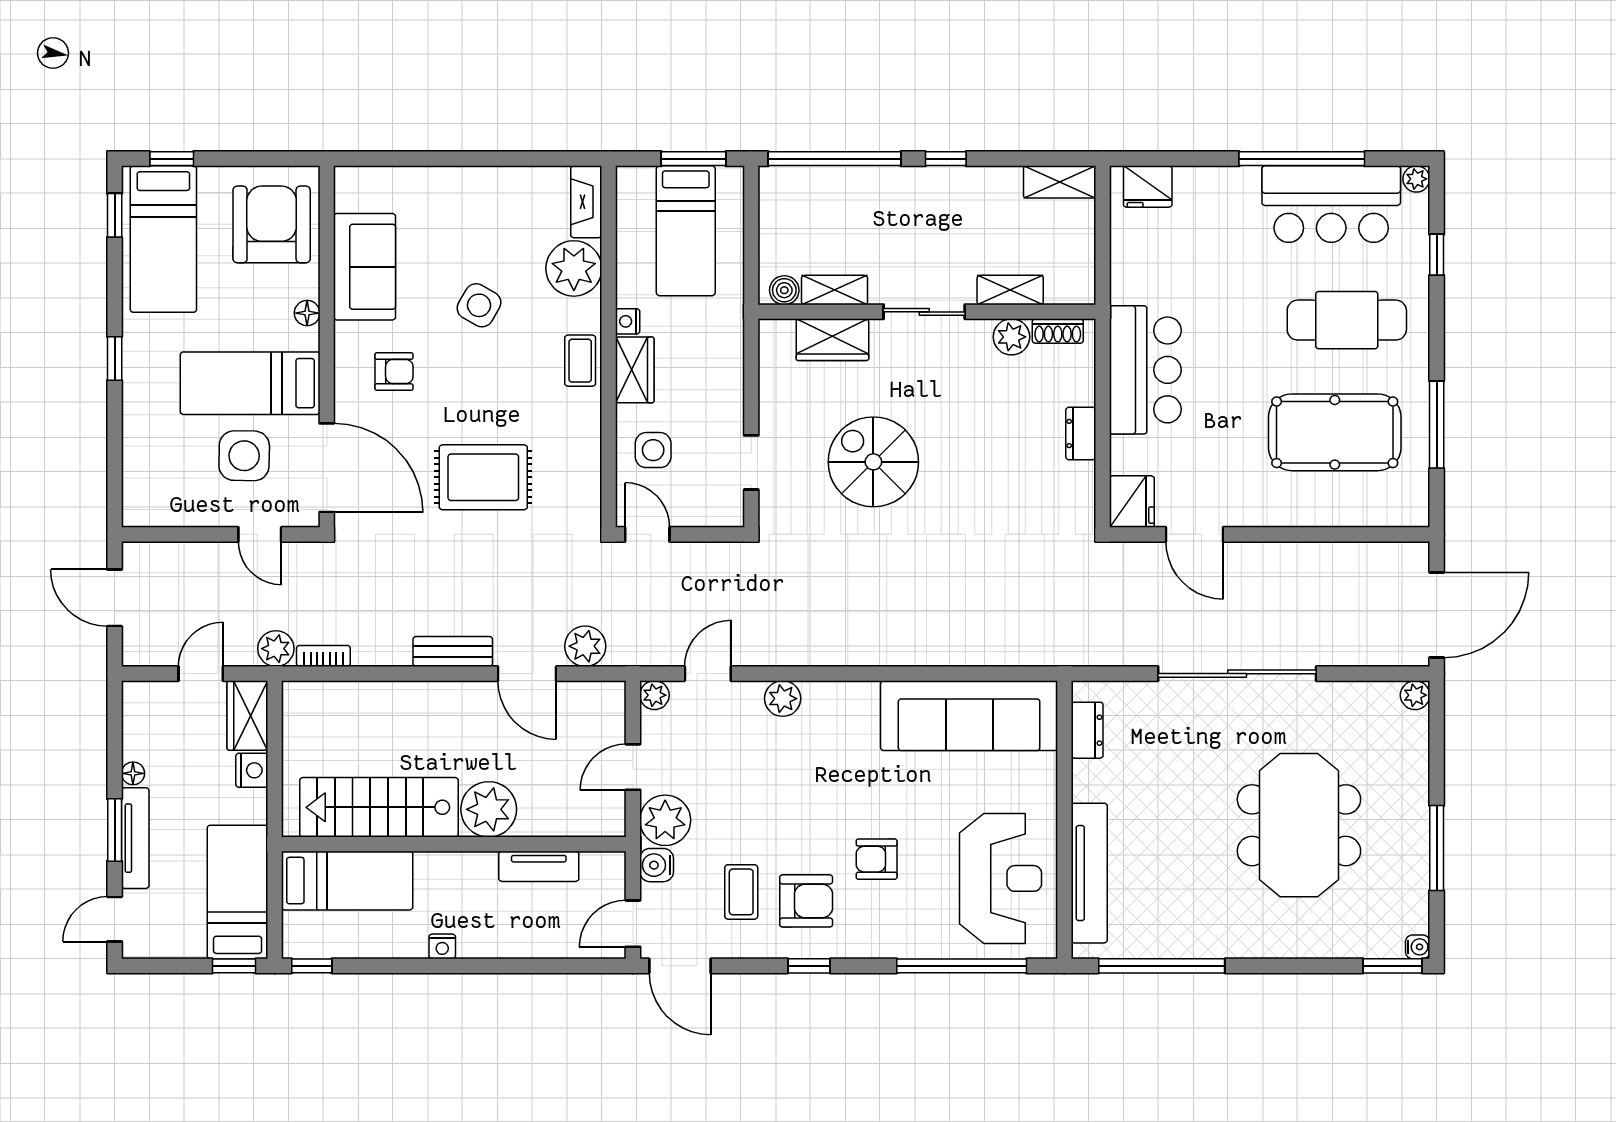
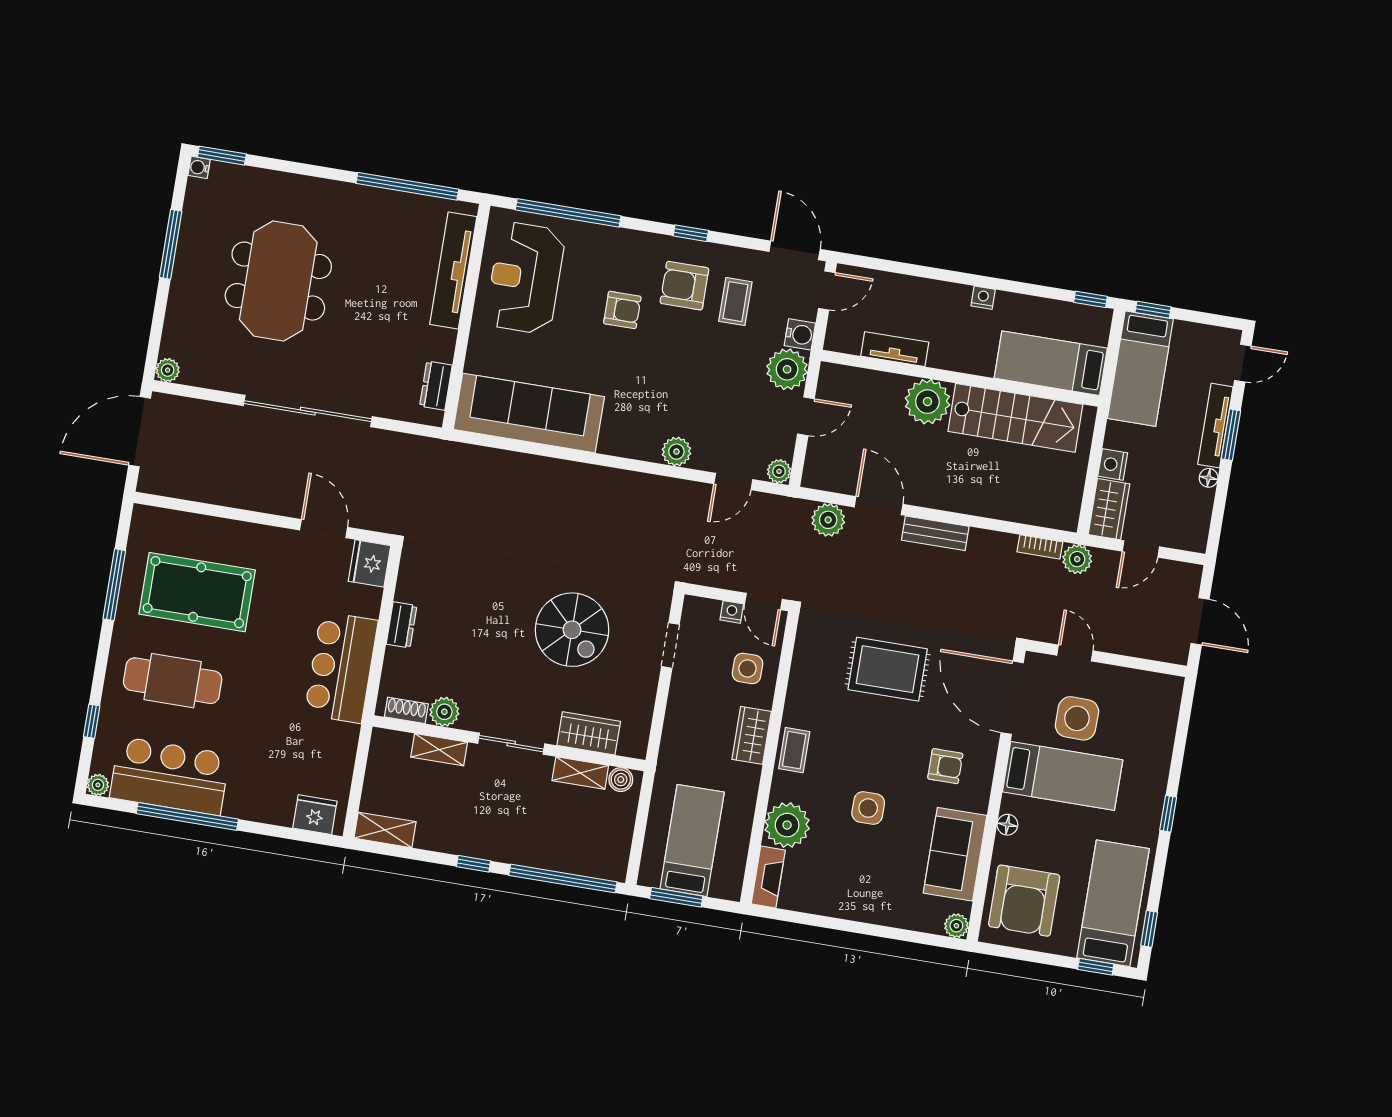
plant: (349, 181) -> (956, 926), added
side table: (479, 305) -> (868, 808), turned -30
nightstand: (628, 321) -> (732, 612), moved, turned -90
armchair: (394, 371) -> (945, 766), turned 180

